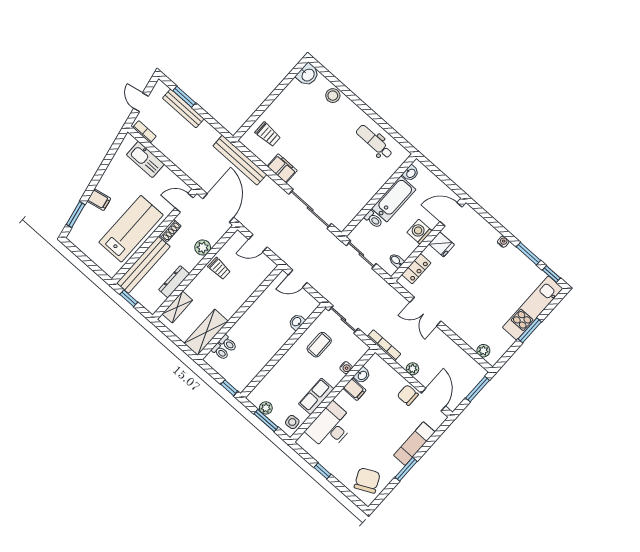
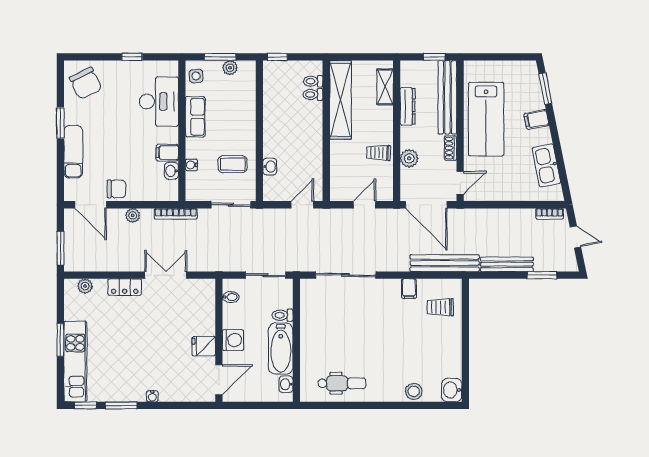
bench: (183, 108) -> (507, 264), moved
kitchen sink: (145, 159) -> (546, 165), moved, turned -101
filing cabinet: (282, 168) -> (409, 289), width x0.50
locker: (416, 269) -> (125, 287), moved, turned -90
shelving: (206, 332) -> (341, 100), width x1.47
coffee table: (319, 345) -> (233, 164), turned 90

